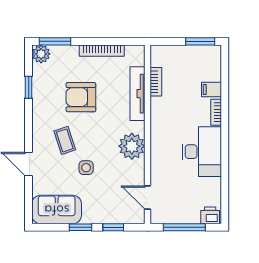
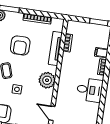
armchair: (81, 97) -> (20, 45), turned -90
desk: (202, 152) -> (90, 90), width x0.73

